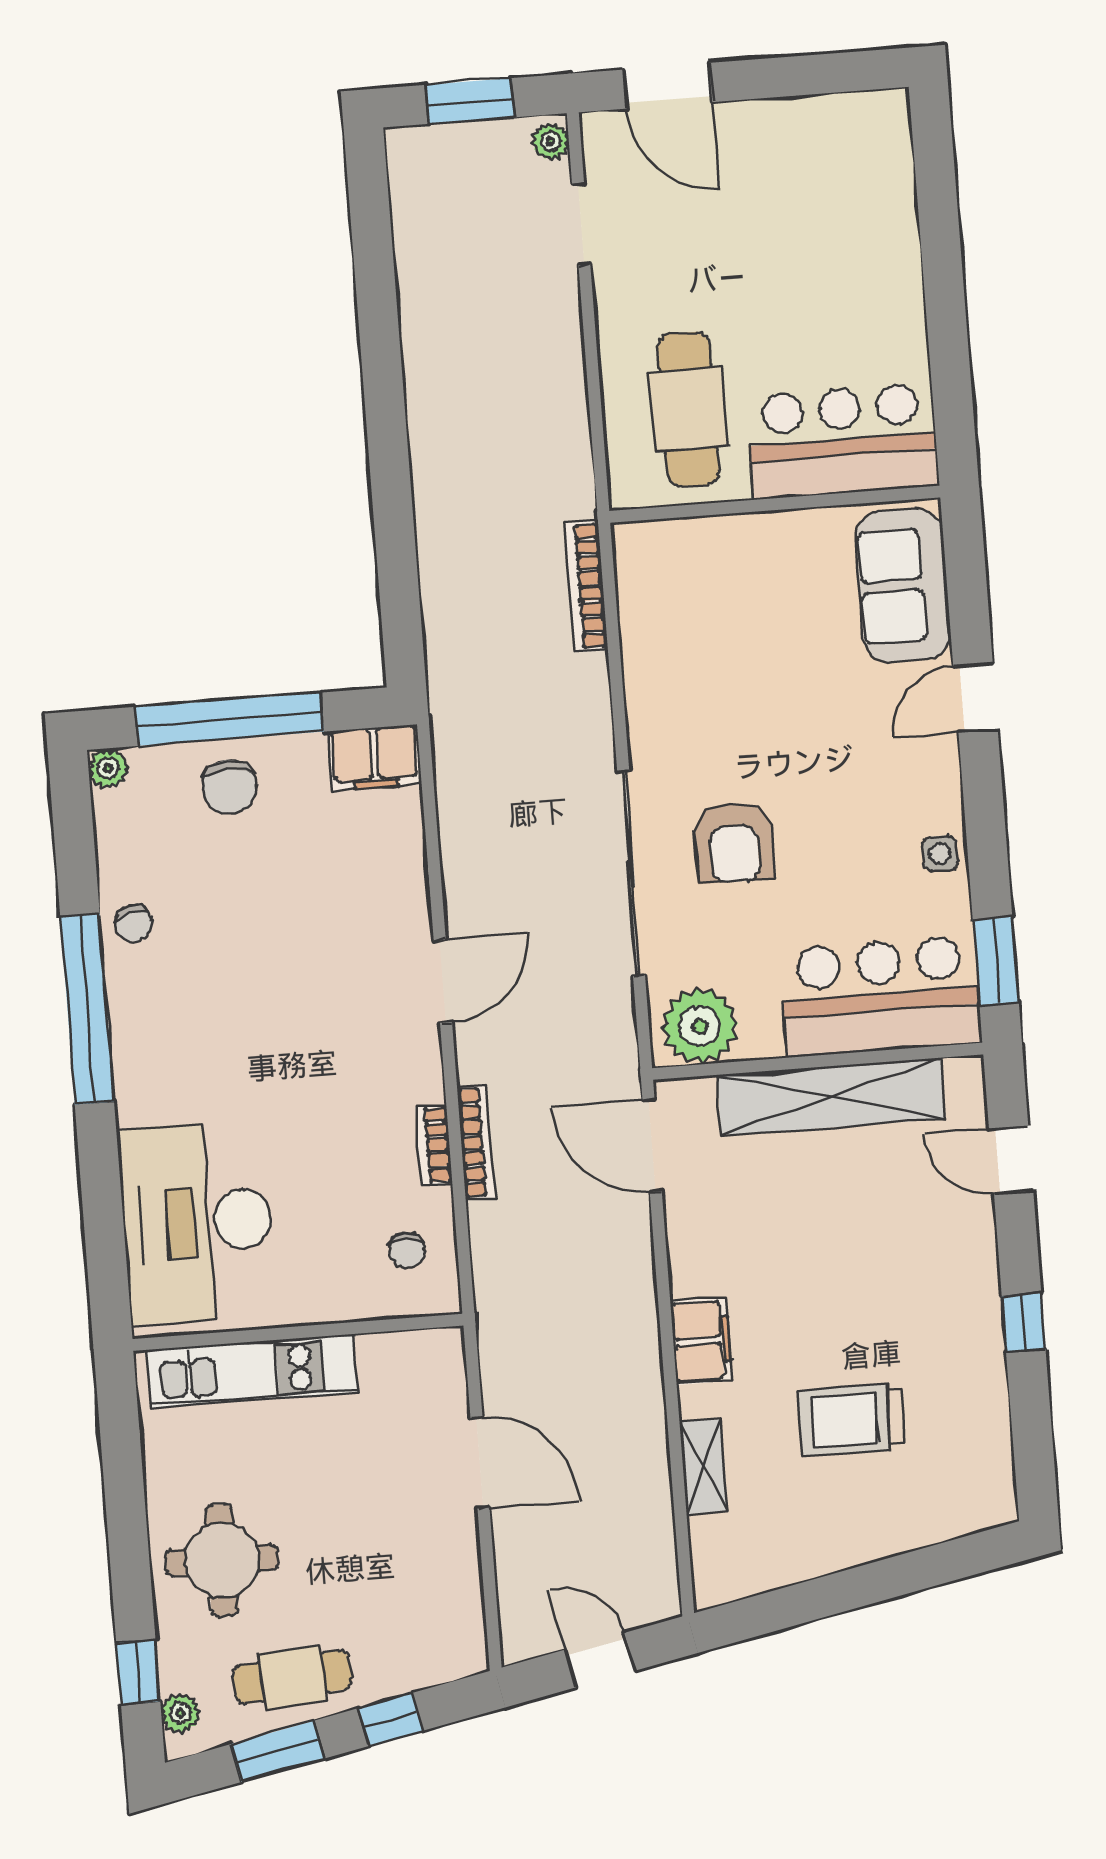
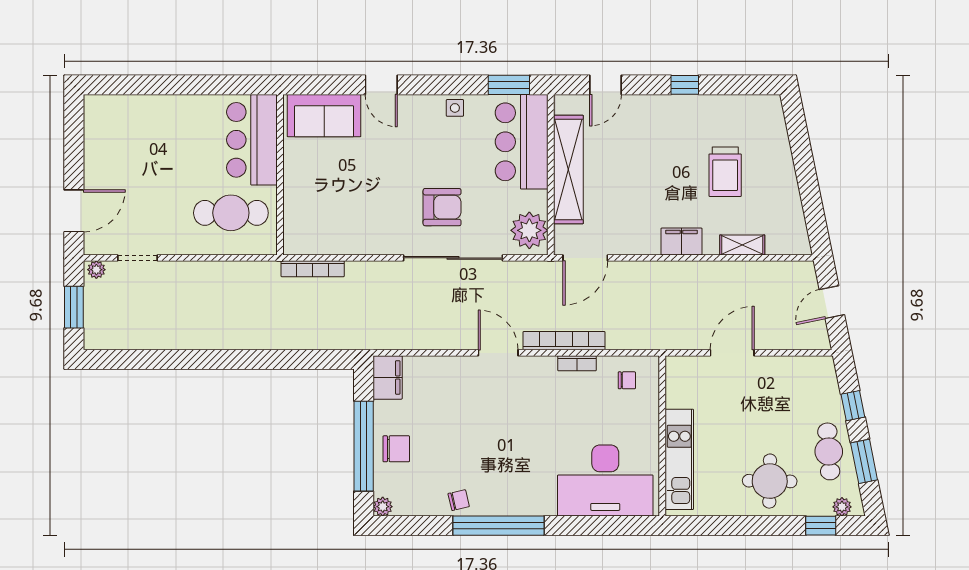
bookcase: (476, 1142) -> (564, 341), width x1.48, depth x1.31

